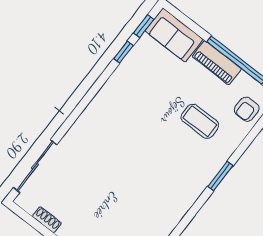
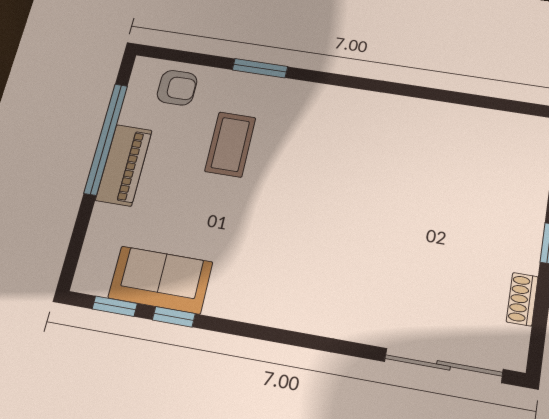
sofa: (174, 35) -> (160, 280), moved, turned -90
window: (220, 176) -> (260, 68), moved

